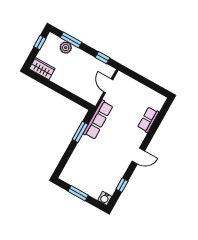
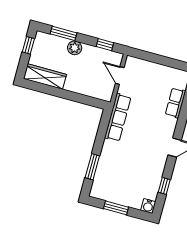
plant: (66, 48) -> (75, 48), moved
wardrobe: (42, 69) -> (45, 77), width x1.50
window: (80, 132) -> (92, 167), moved

